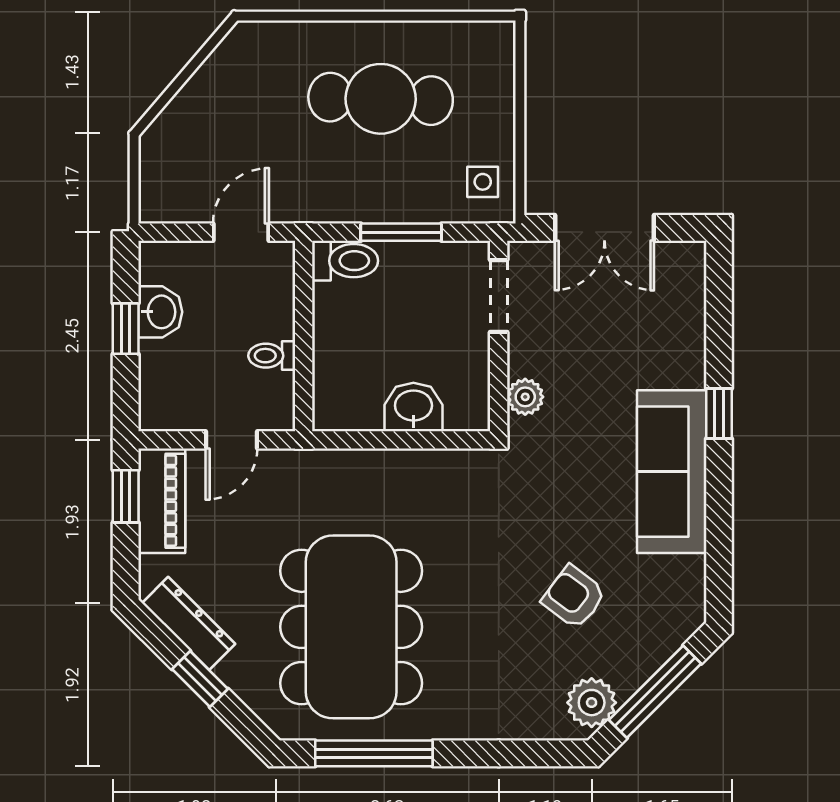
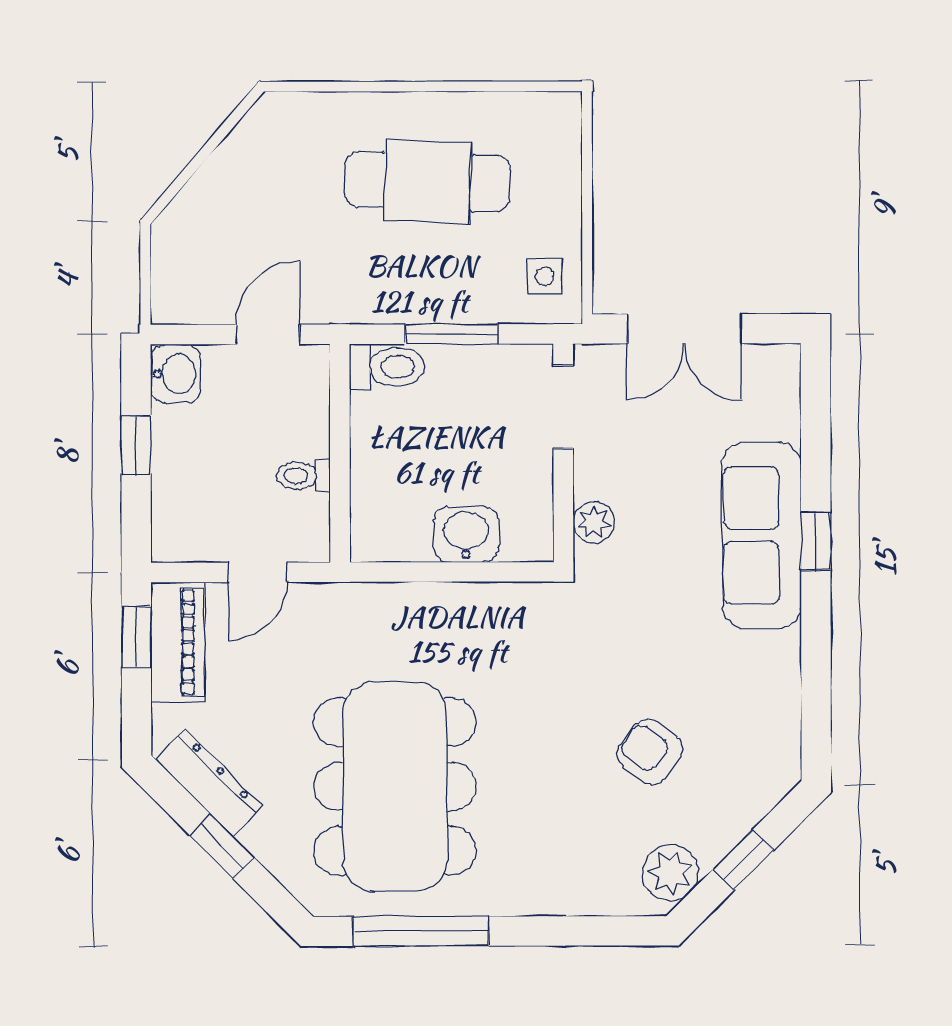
washbasin: (160, 312) -> (175, 374), moved
sofa: (672, 472) -> (762, 535), moved
window: (655, 692) -> (743, 860), width x0.46

